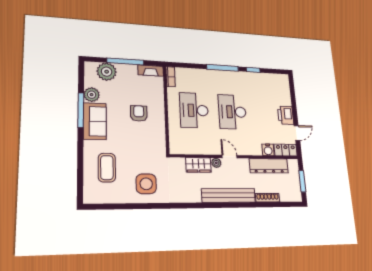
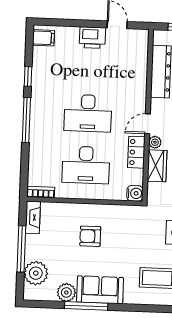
filing cabinet: (281, 81) -> (43, 38), added
water cooler: (268, 150) -> (135, 193), moved
locker: (286, 150) -> (136, 152), moved

